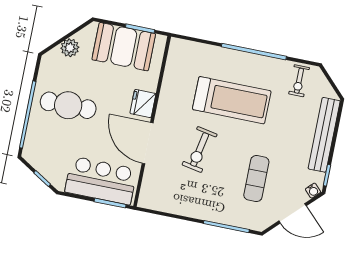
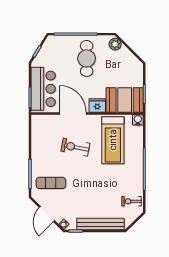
water cooler: (177, 46) -> (138, 120), added
booth: (124, 47) -> (125, 100), moved, turned 90
plant: (70, 48) -> (115, 44), moved
treadmill: (232, 100) -> (113, 140), moved
door: (148, 143) -> (73, 114), hinge flipped
exercise mat: (256, 179) -> (51, 183), moved

